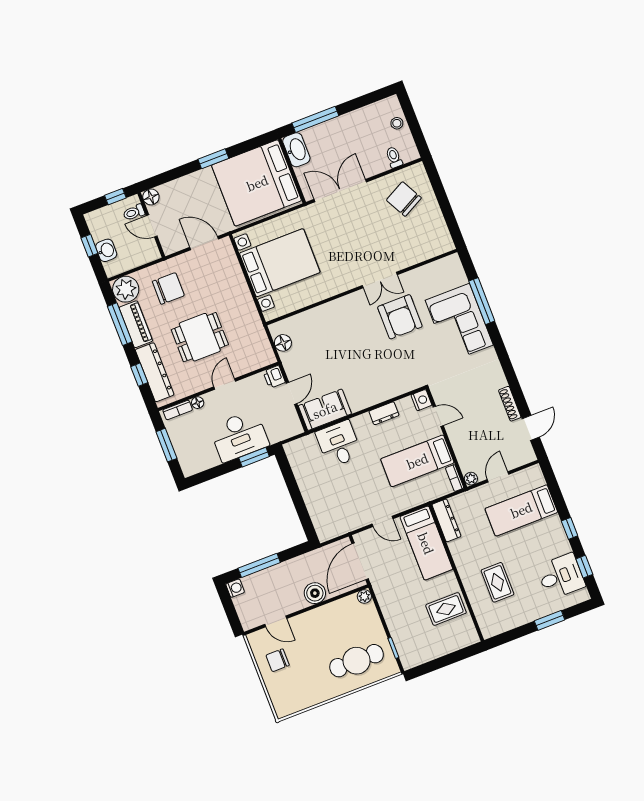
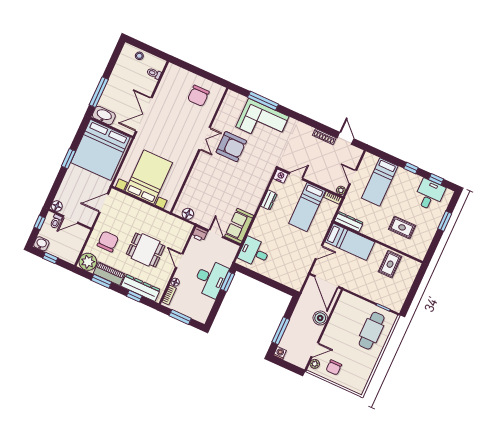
chair: (404, 199) -> (198, 96), moved, turned -62
washbasin: (106, 250) -> (41, 244), moved
window: (120, 324) -> (101, 281), width x0.69
dining table: (200, 337) -> (146, 250), turned 90
desk: (339, 444) -> (254, 252), moved
plant: (364, 596) -> (315, 364), moved

